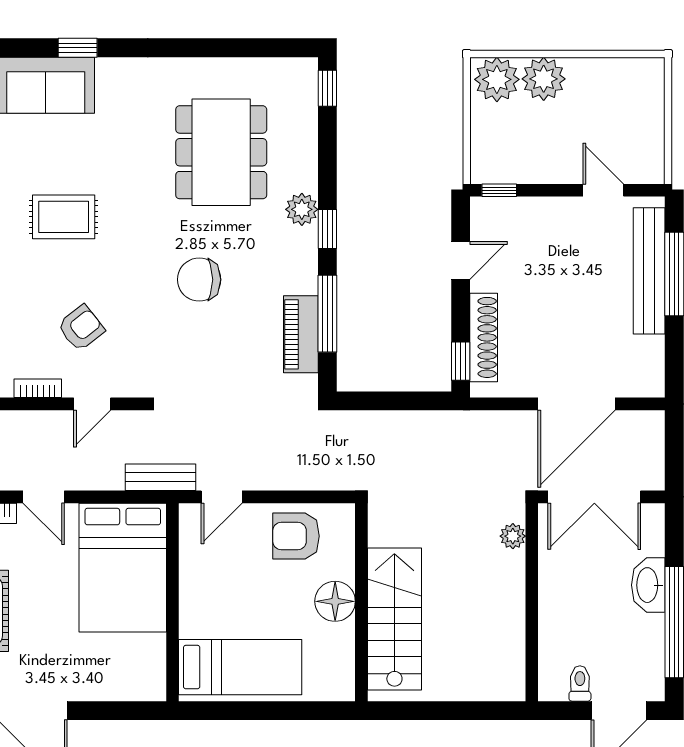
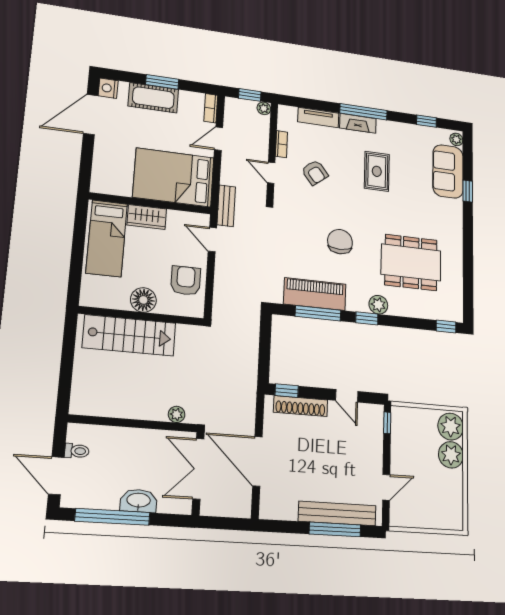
piano: (301, 334) -> (315, 294), width x1.37, depth x1.33
wardrobe: (196, 606) -> (147, 217), added

